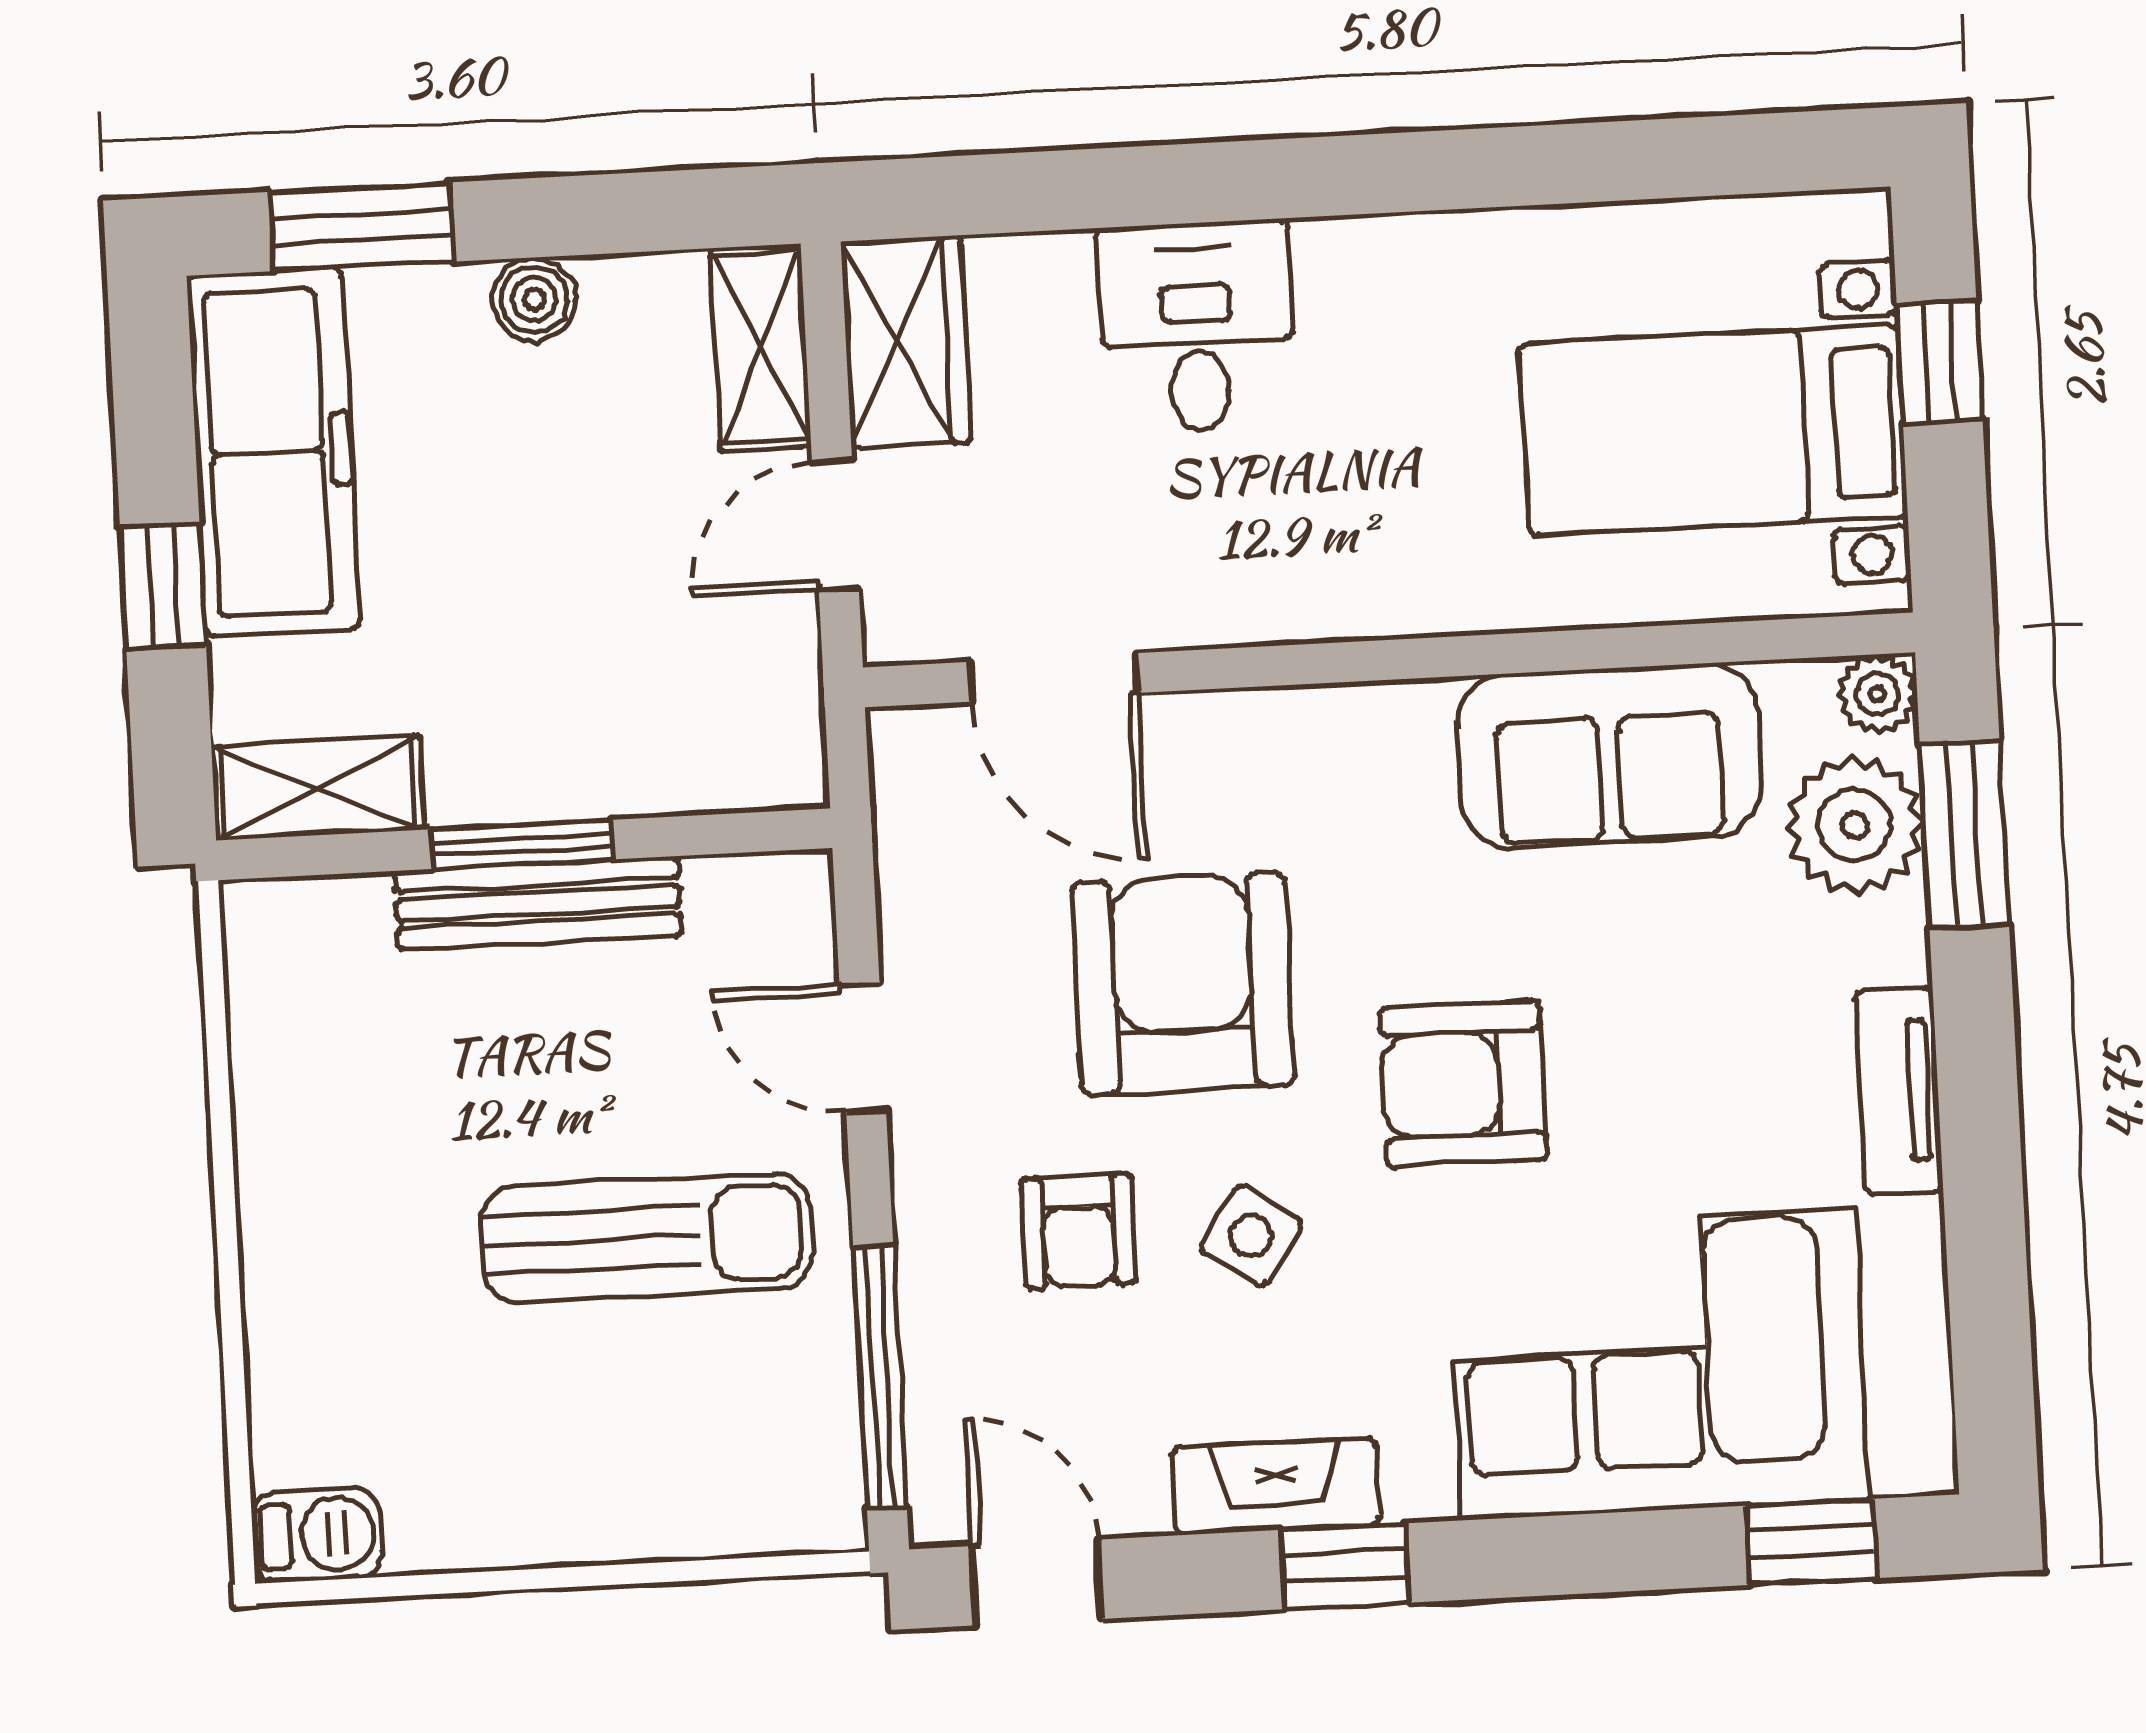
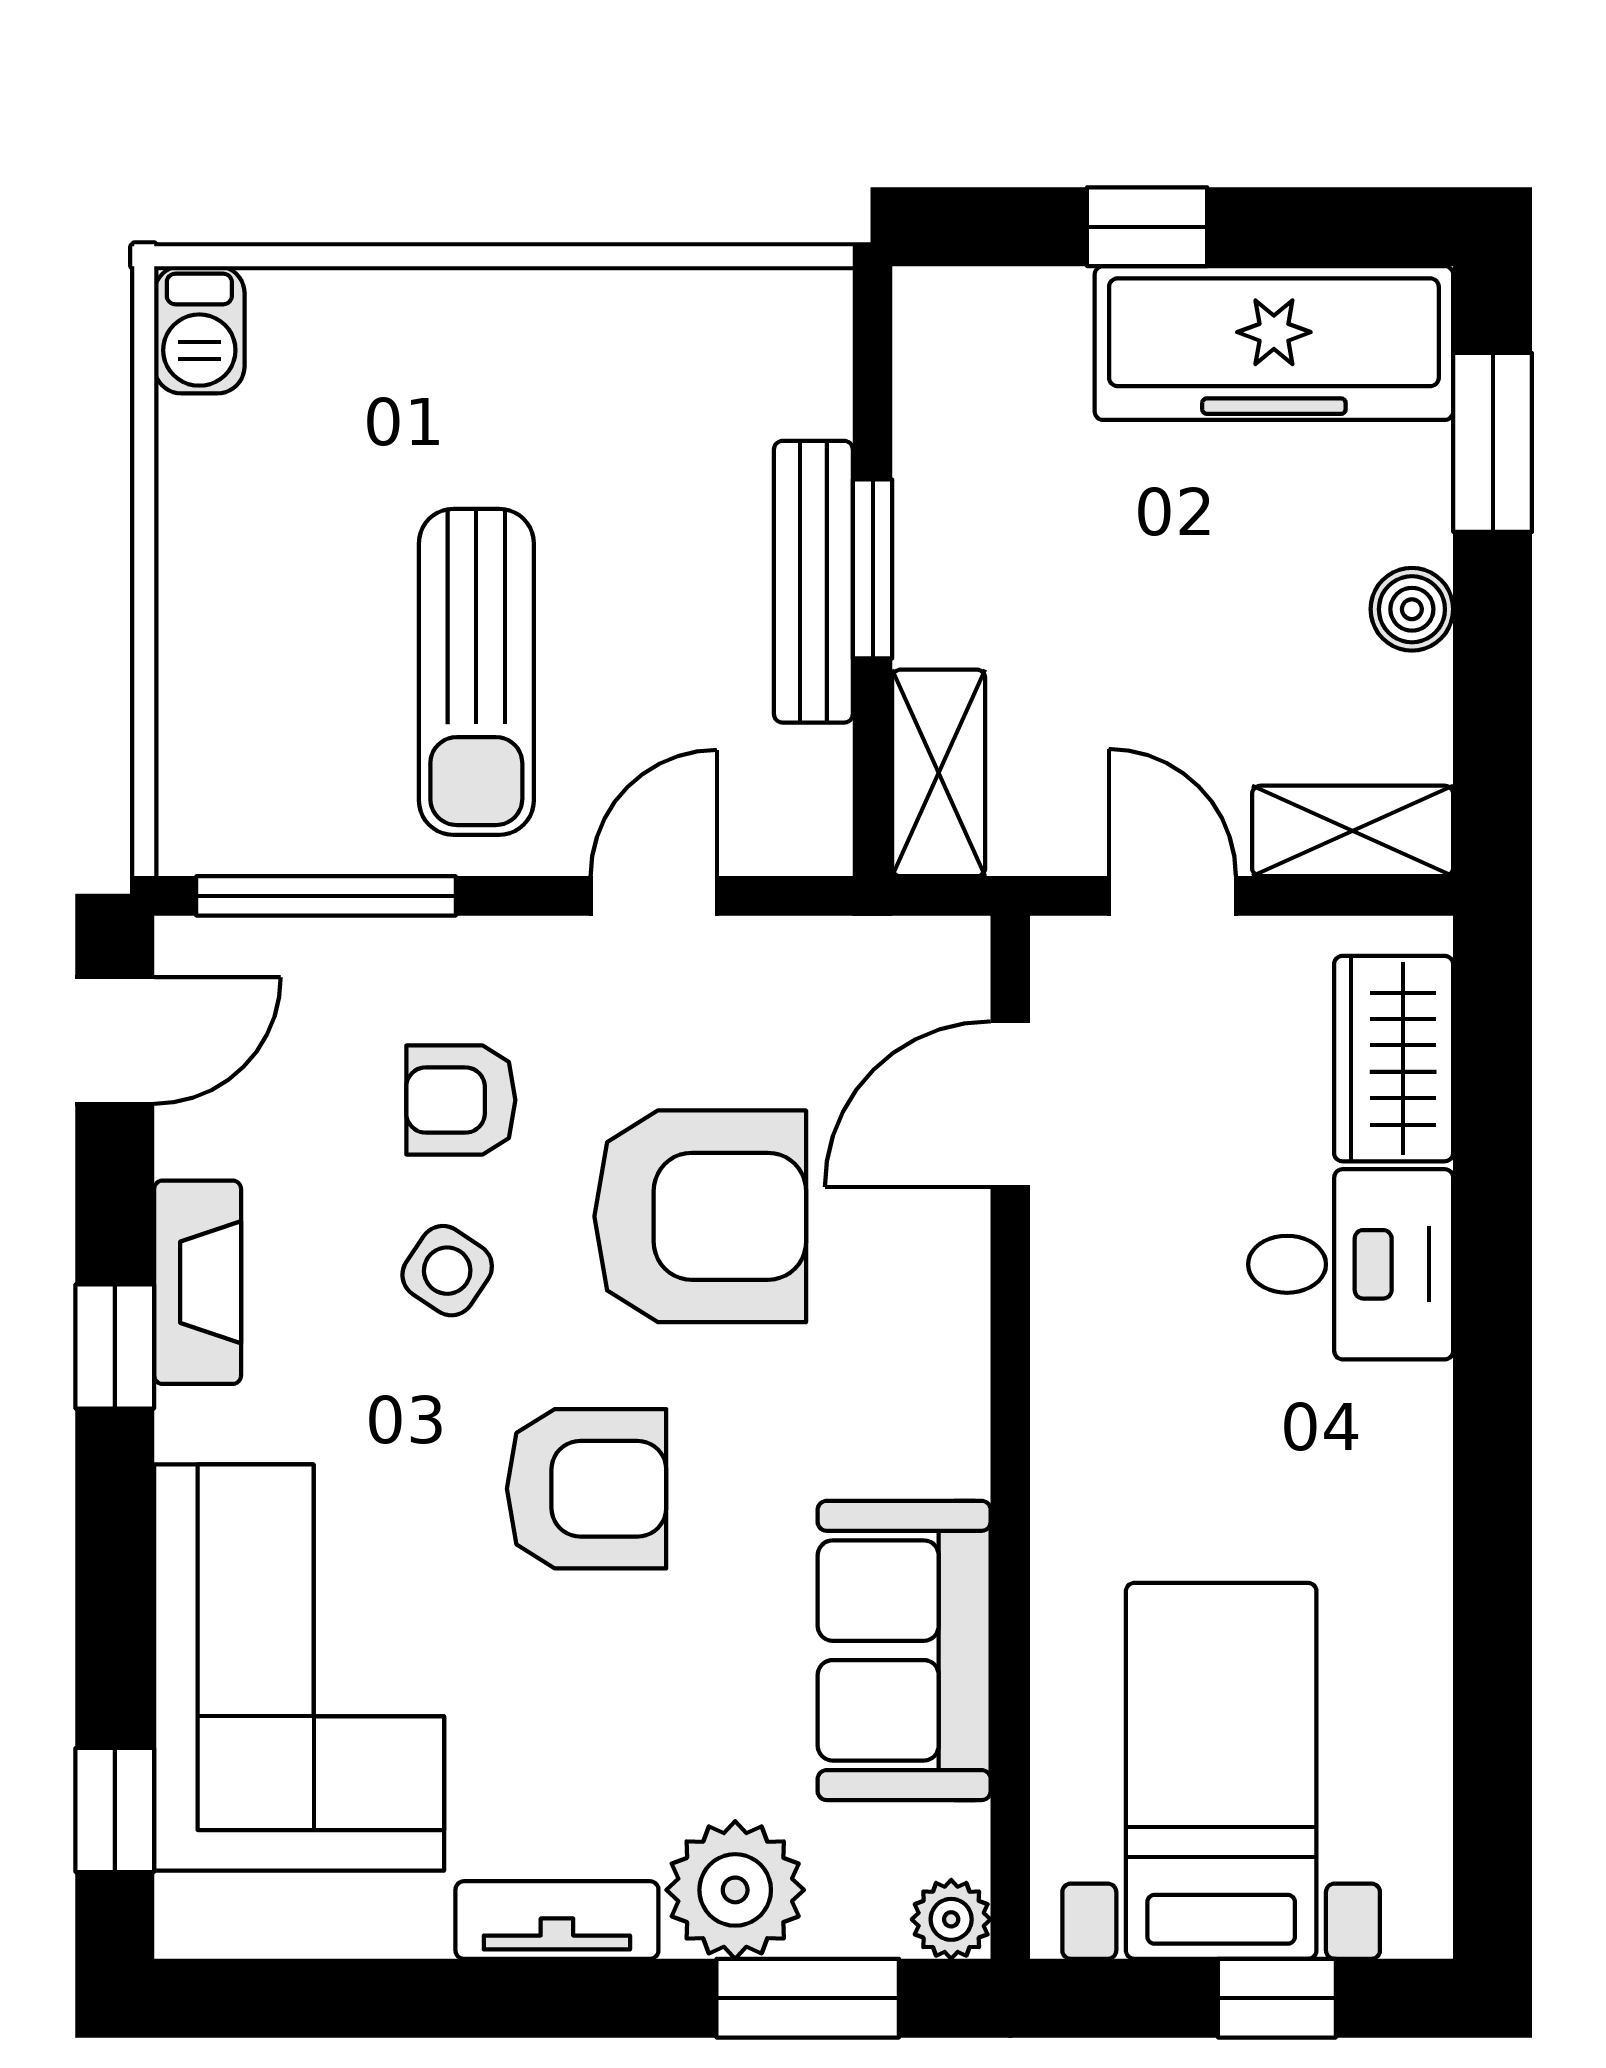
wardrobe: (906, 342) -> (1394, 1059), moved, turned 90
shelving: (318, 788) -> (939, 773), moved
plant: (1855, 825) -> (735, 1890), moved
armchair: (1463, 1084) -> (587, 1489), turned 90

